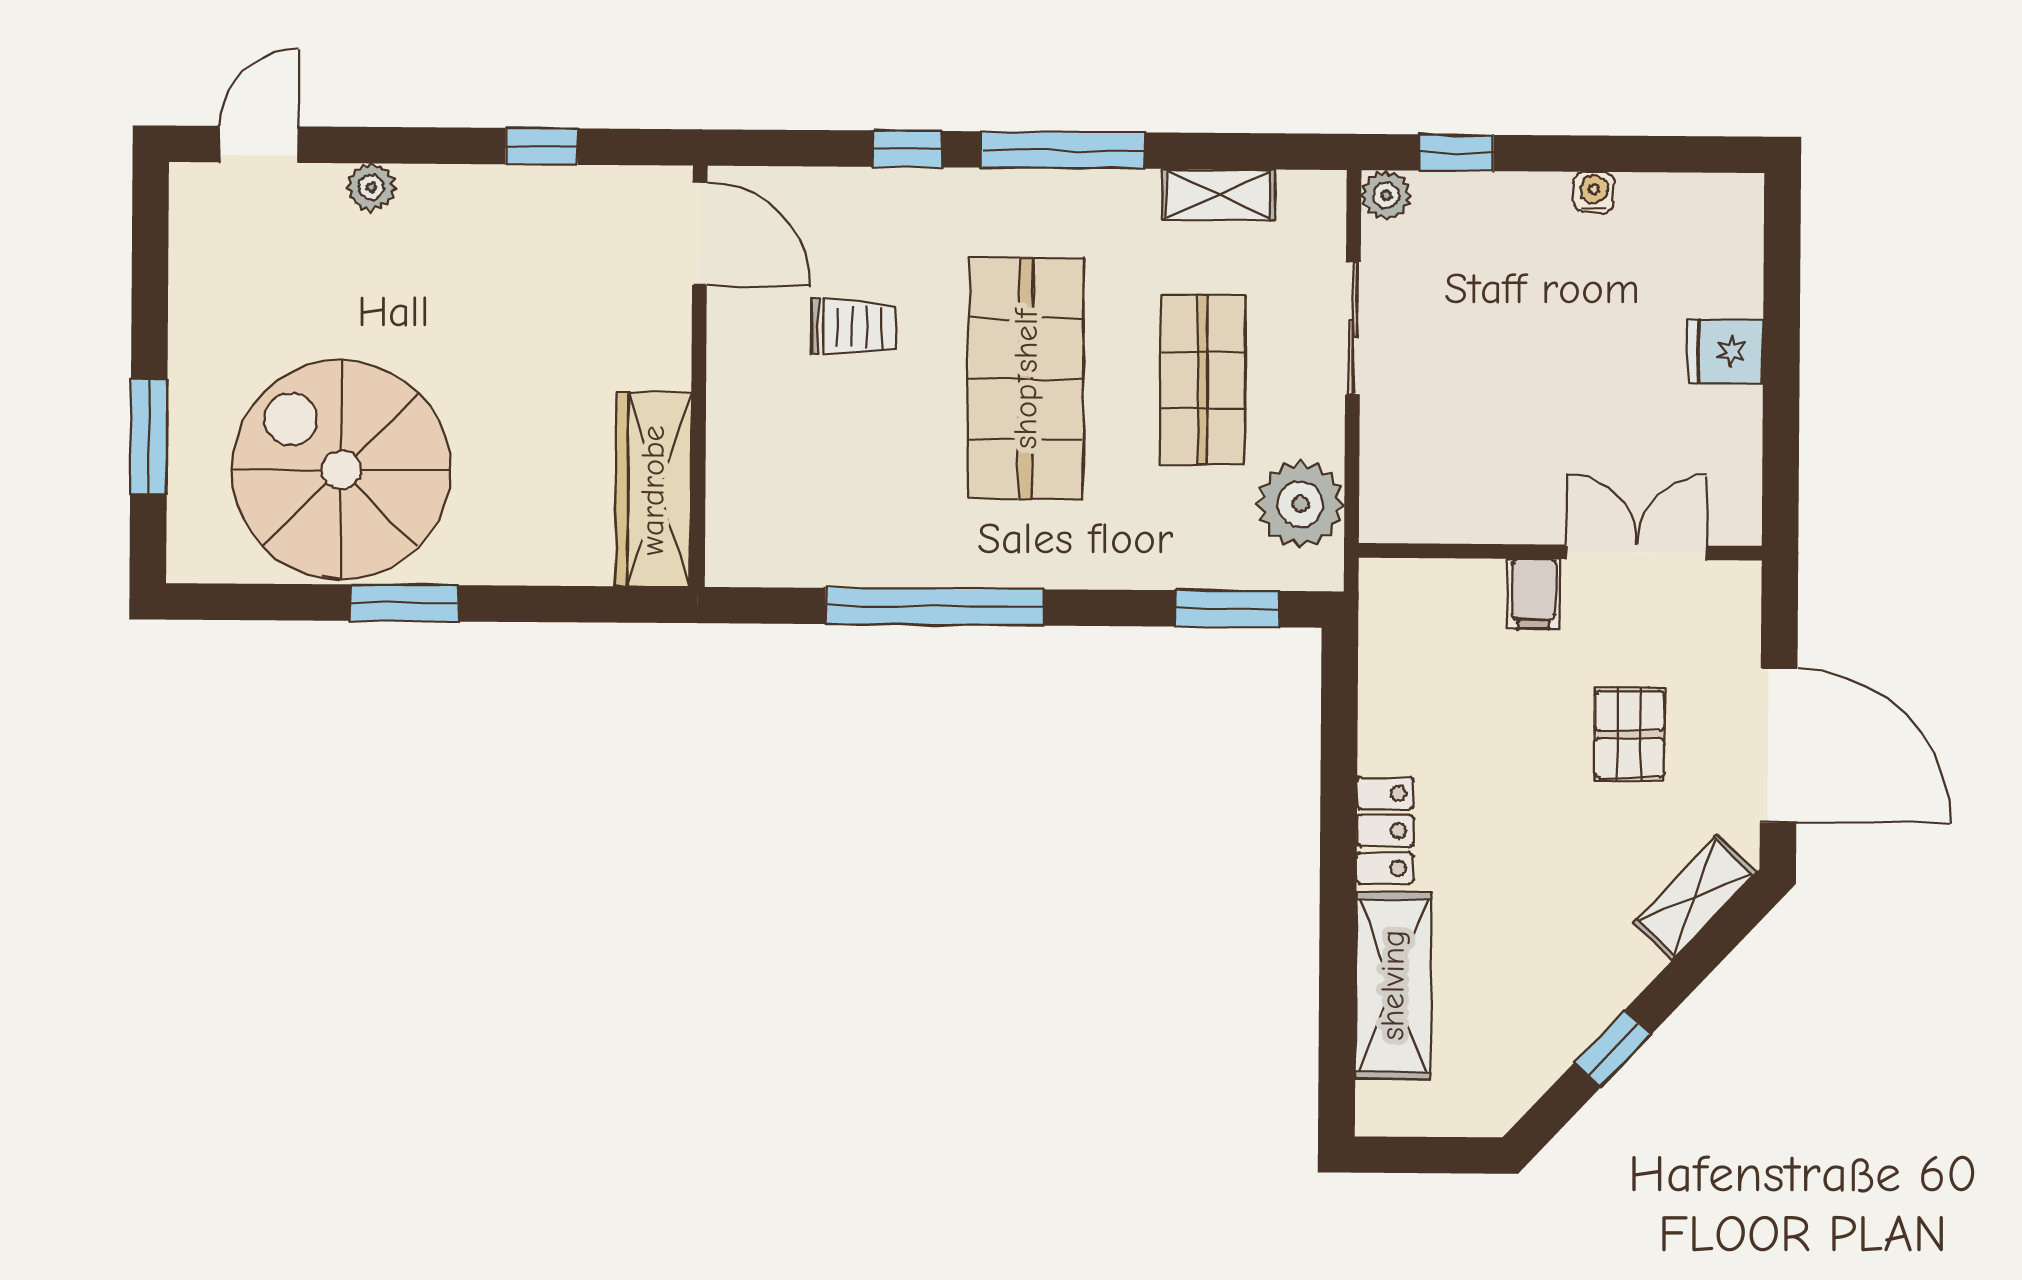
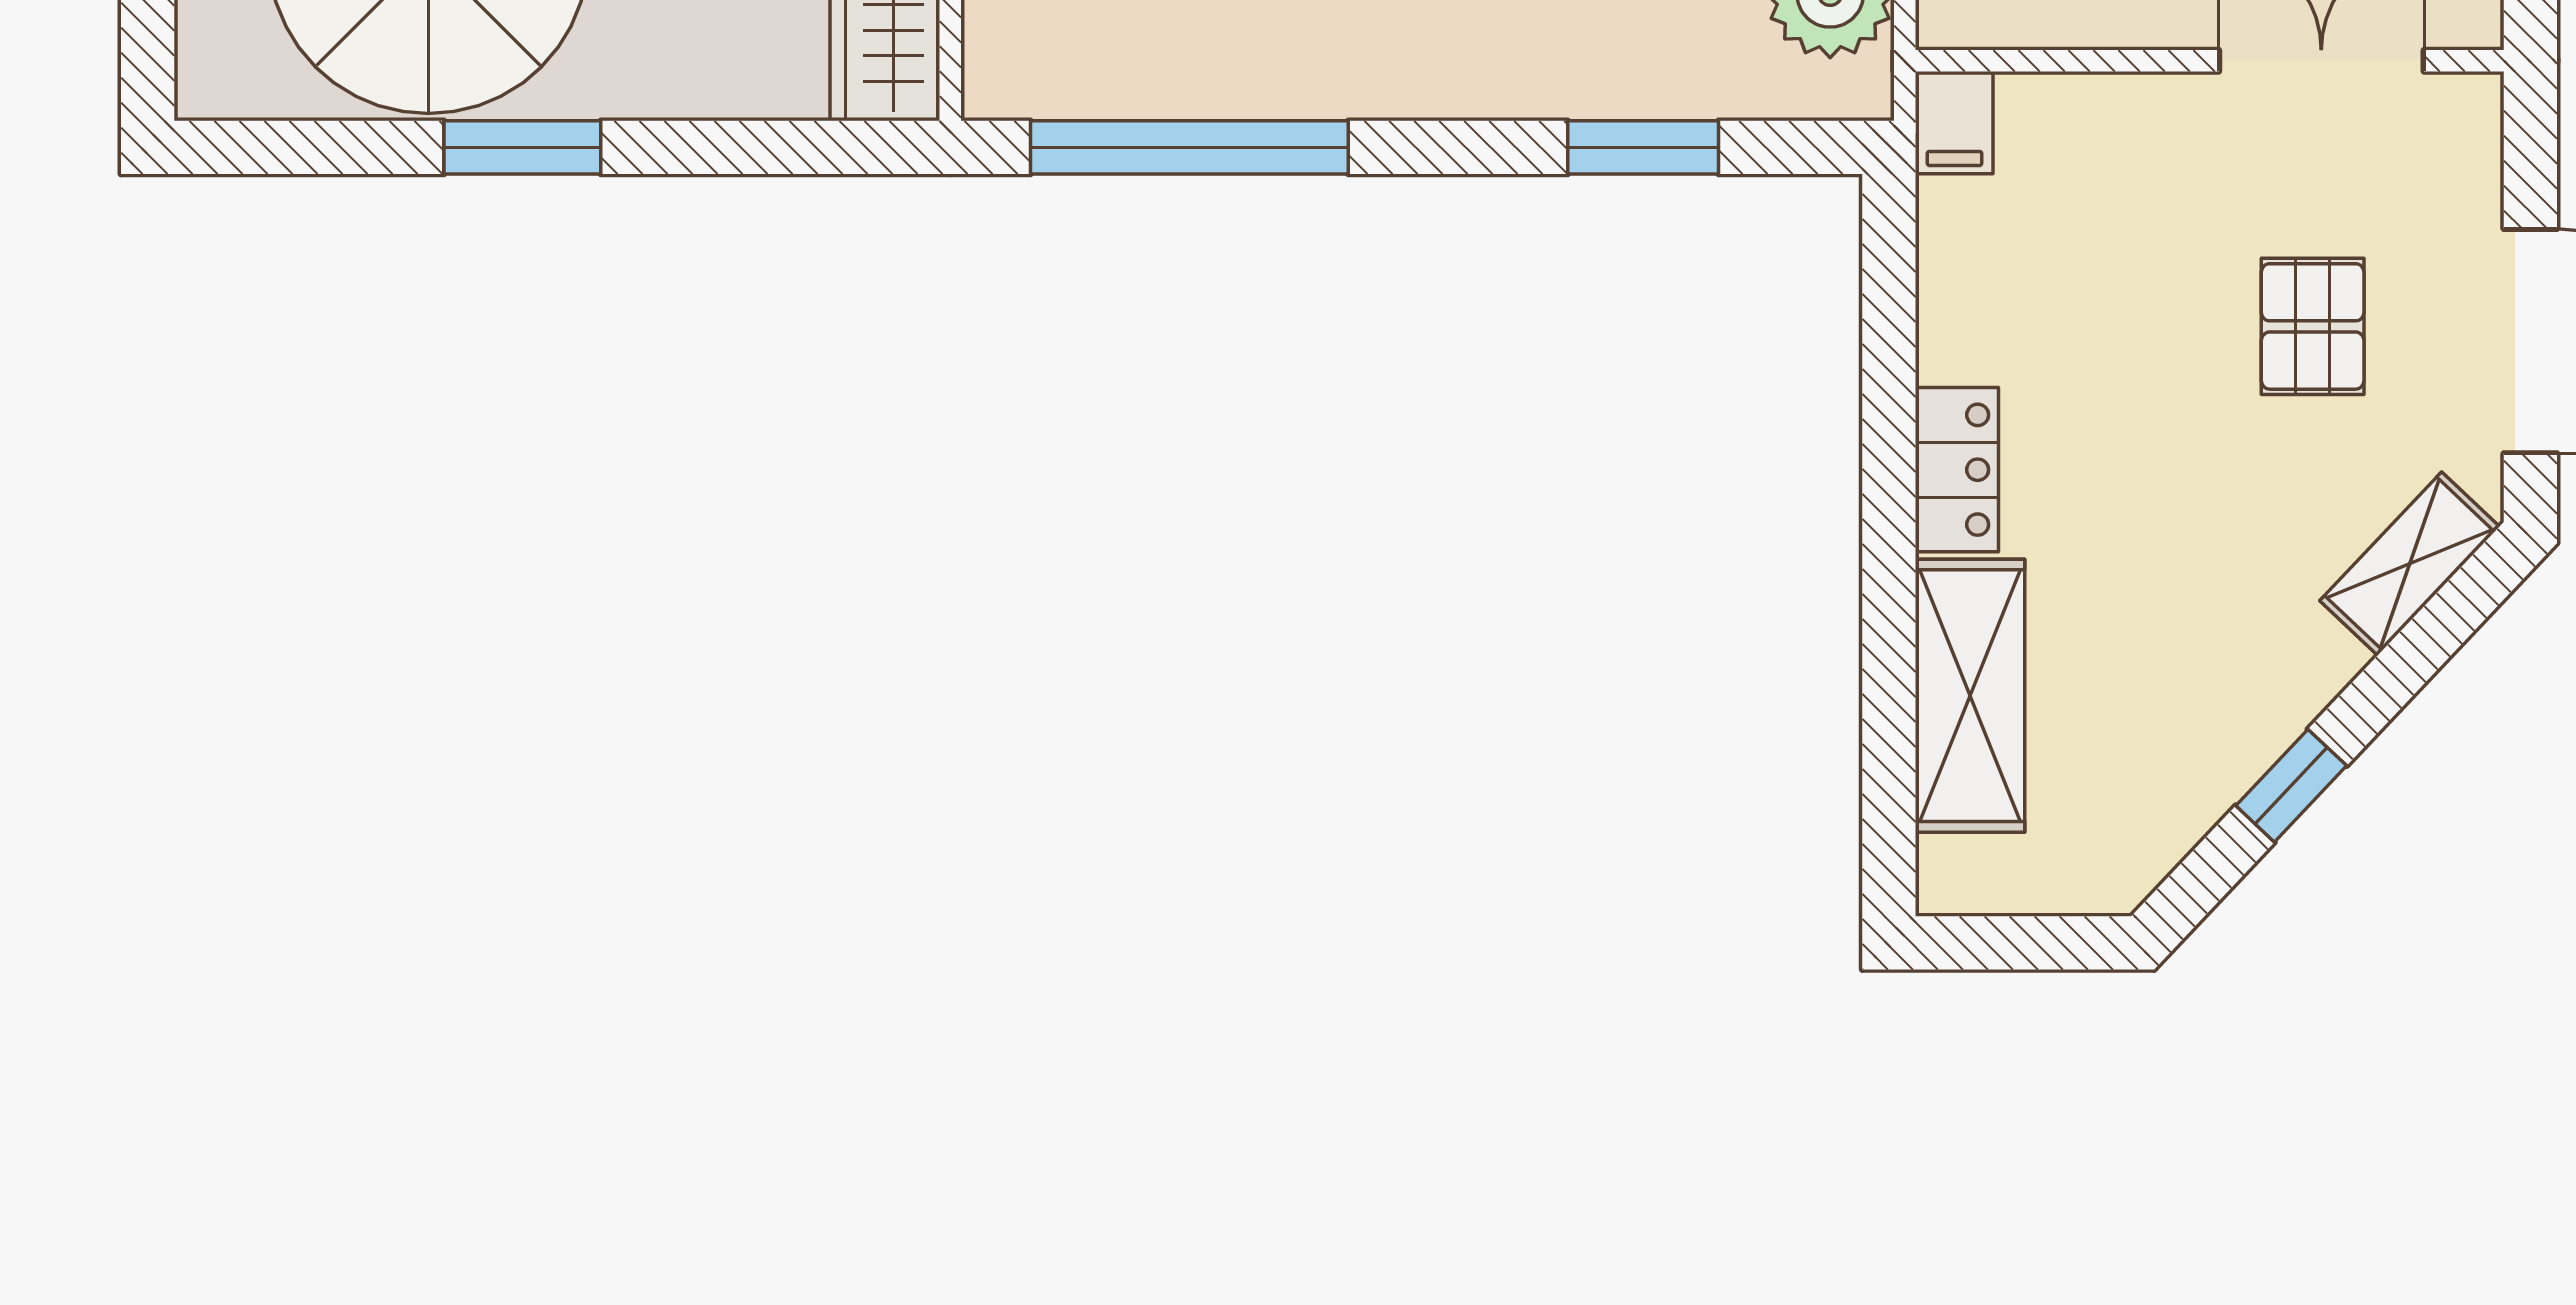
filing cabinet: (1534, 594) -> (1954, 123), moved
window: (935, 607) -> (1189, 147), moved
window: (1227, 609) -> (1643, 147), moved

